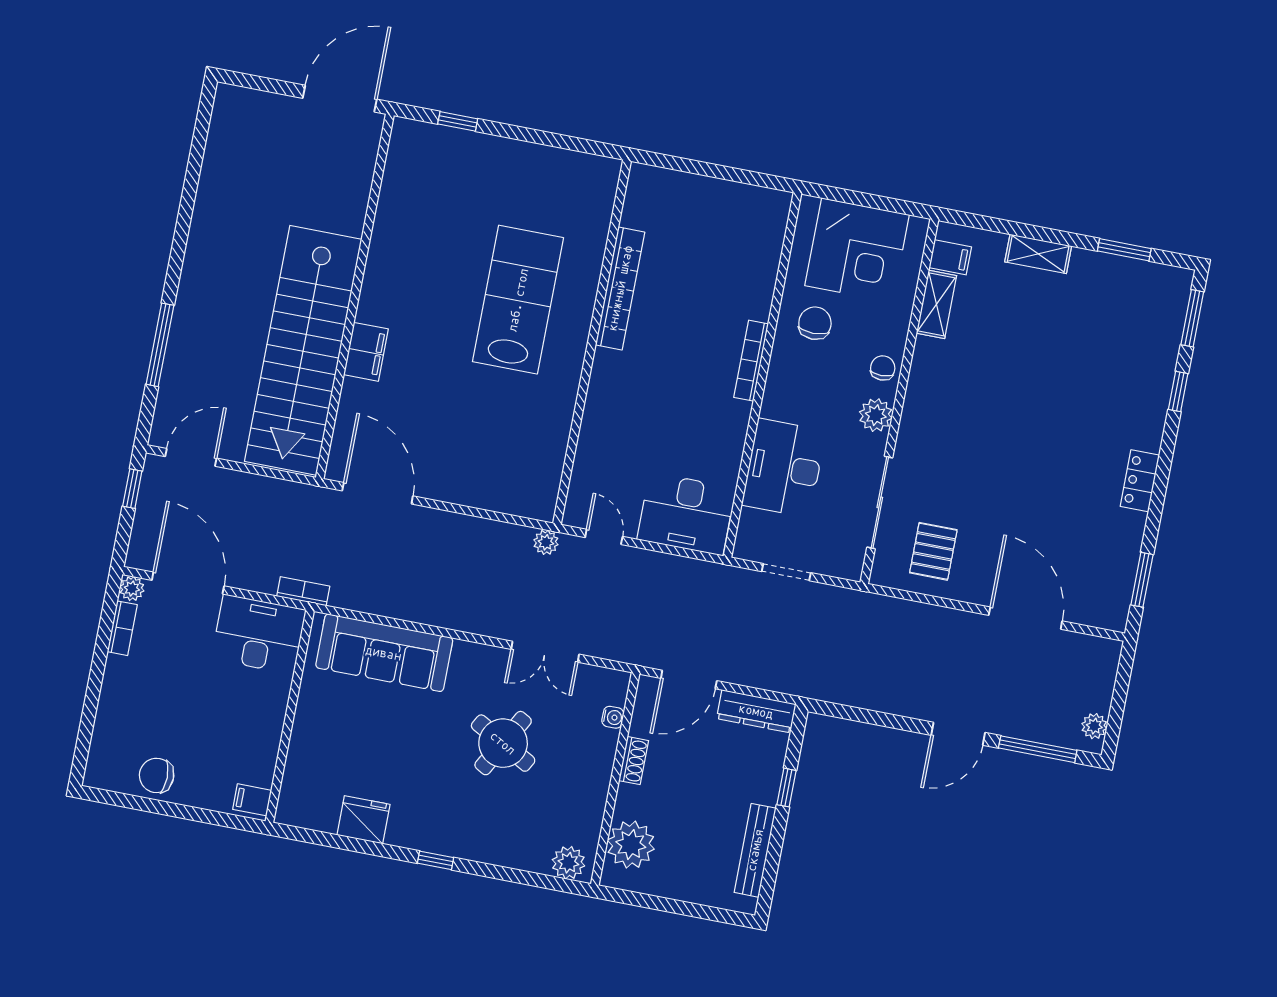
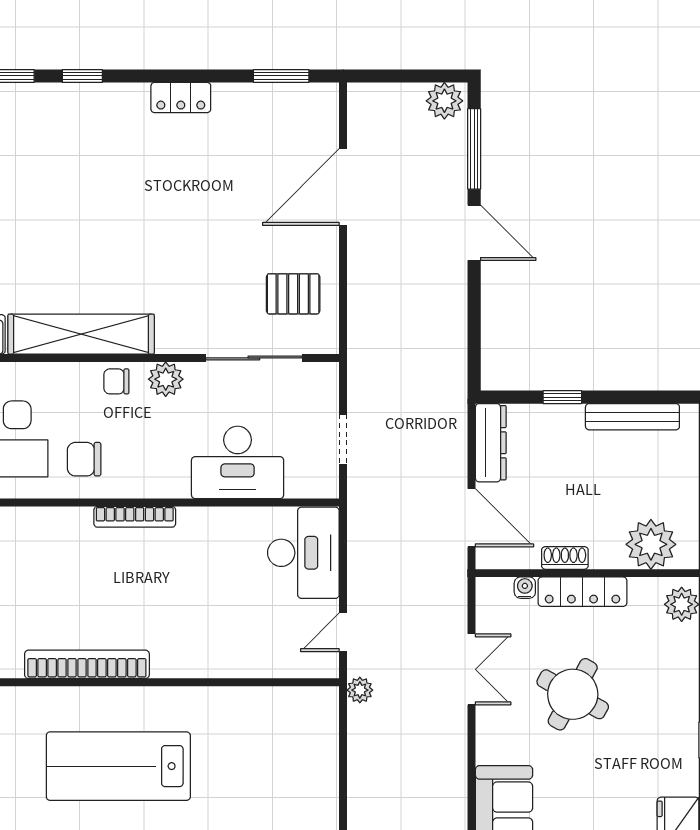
shelving: (936, 304) -> (81, 334), width x2.20, depth x1.33
plant: (1094, 726) -> (444, 101), width x1.38, depth x1.38
locker: (598, 771) -> (582, 592), added

